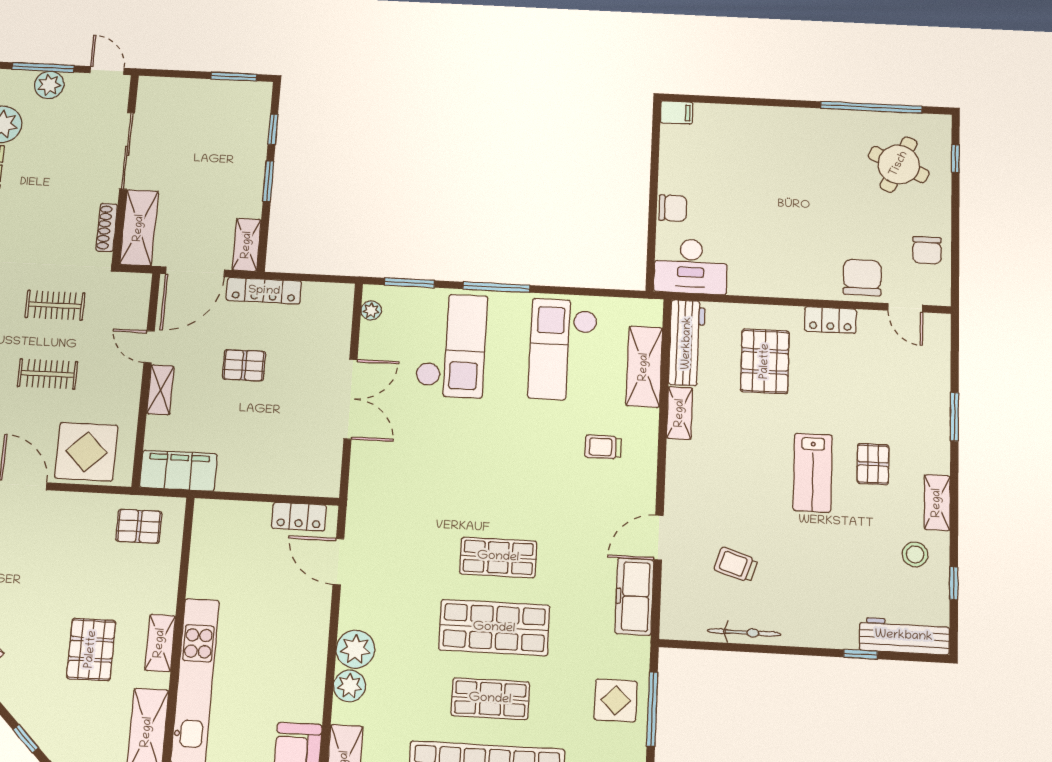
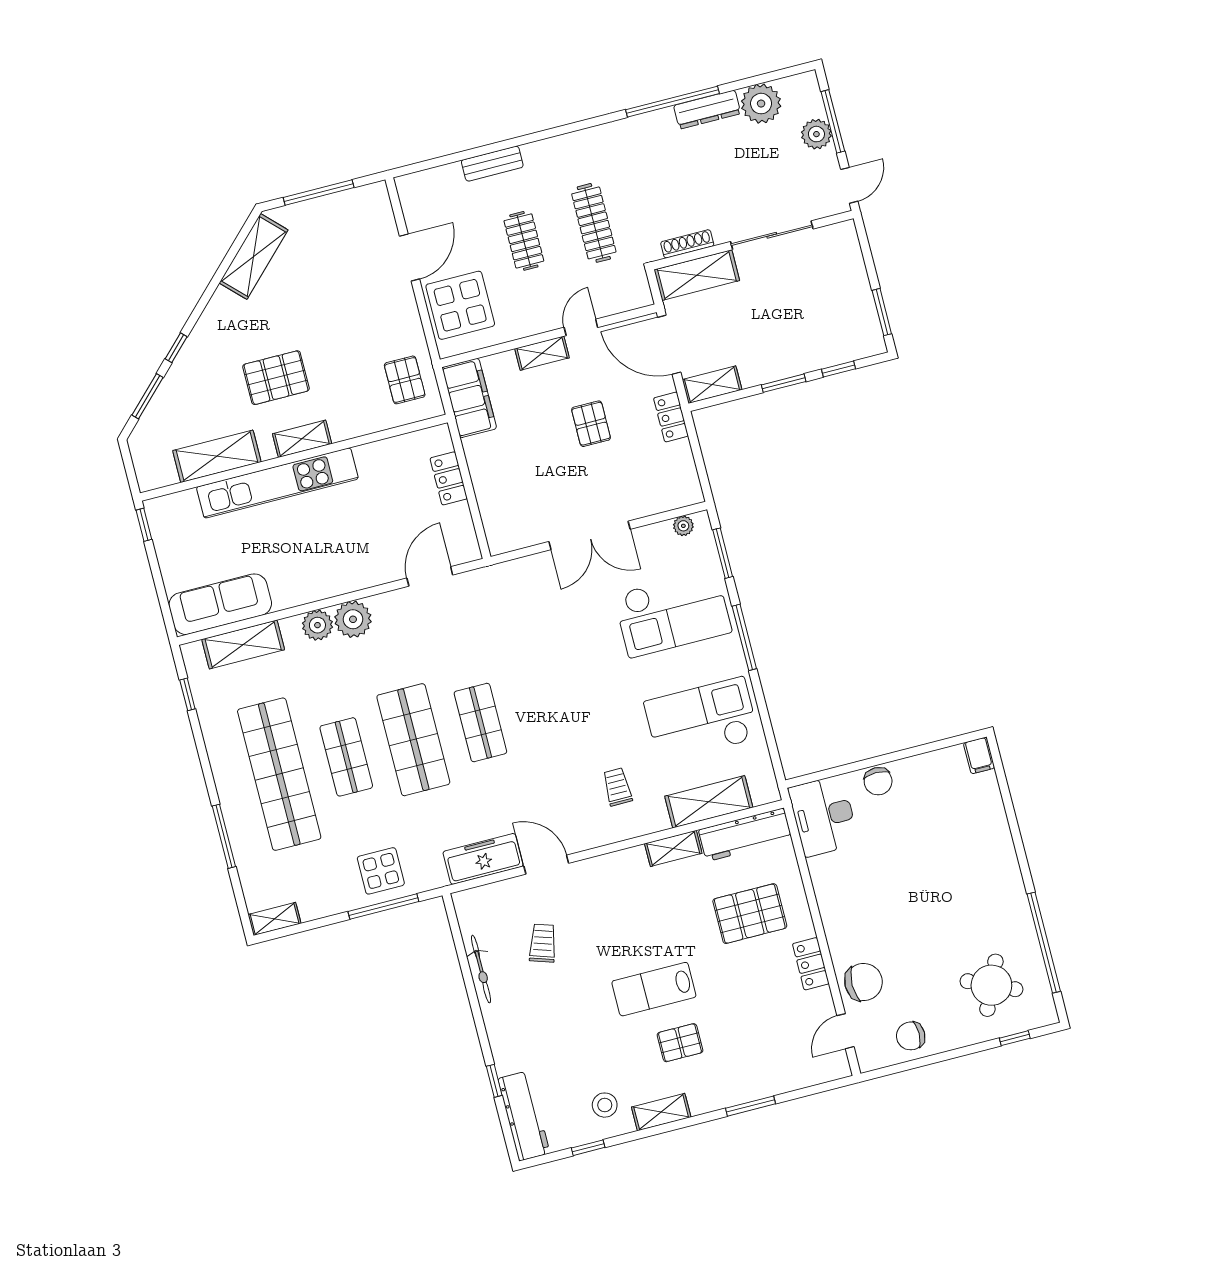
locker: (264, 291) -> (671, 417), width x0.66
clothes rail: (55, 305) -> (594, 223), width x1.36
locker: (299, 517) -> (449, 478), moved

